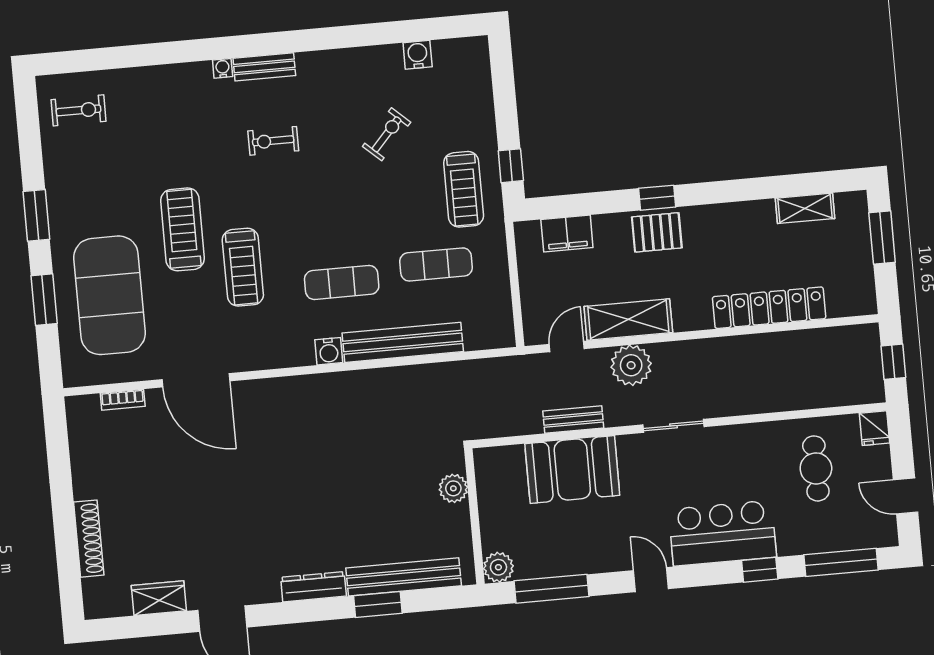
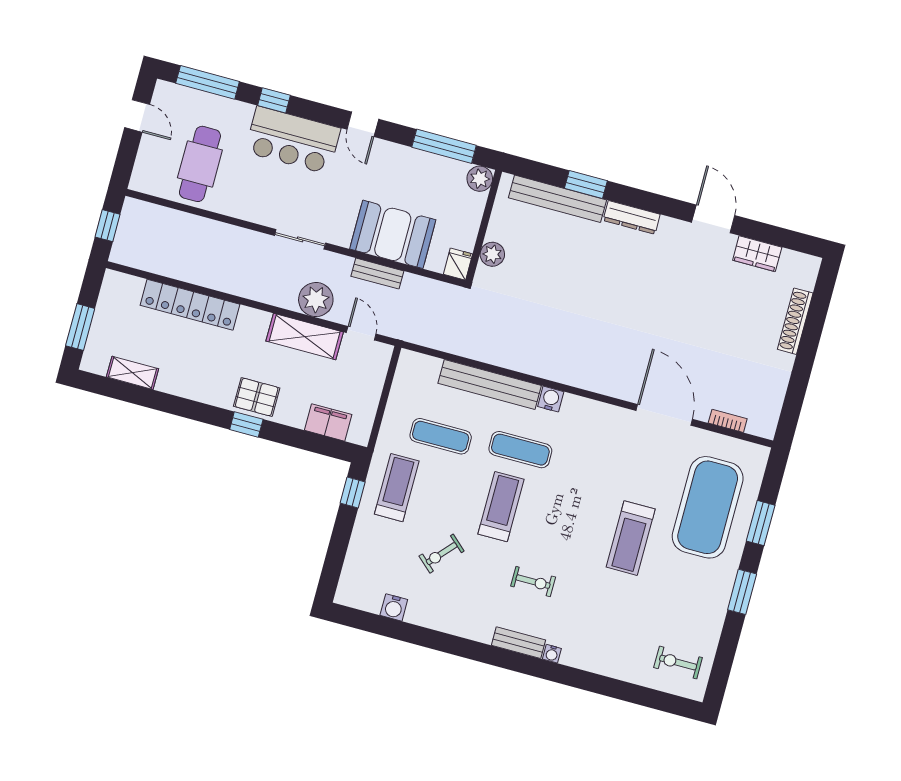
treadmill: (243, 267) -> (501, 507), moved
door: (567, 346) -> (361, 333), swing flipped
fridge: (875, 428) -> (458, 264), moved
cafe table: (816, 468) -> (200, 164), width x1.37, depth x1.35

